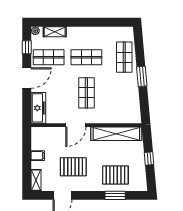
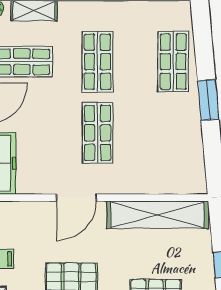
shop shelf: (86, 57) -> (97, 62), turned 90

